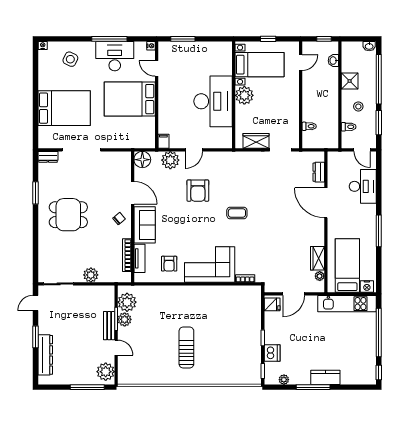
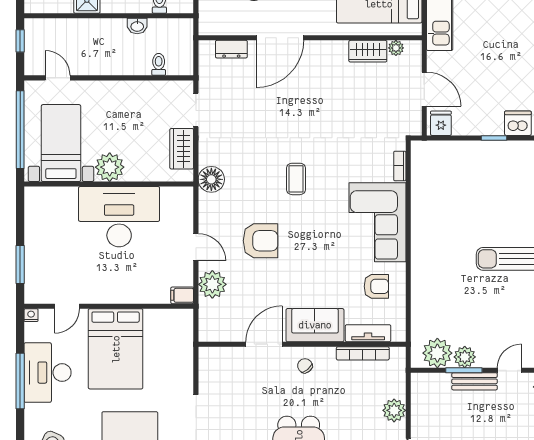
window: (268, 39) -> (20, 130), width x3.17
washbasin: (333, 61) -> (137, 26), moved
floor lamp: (142, 160) -> (211, 179), moved

